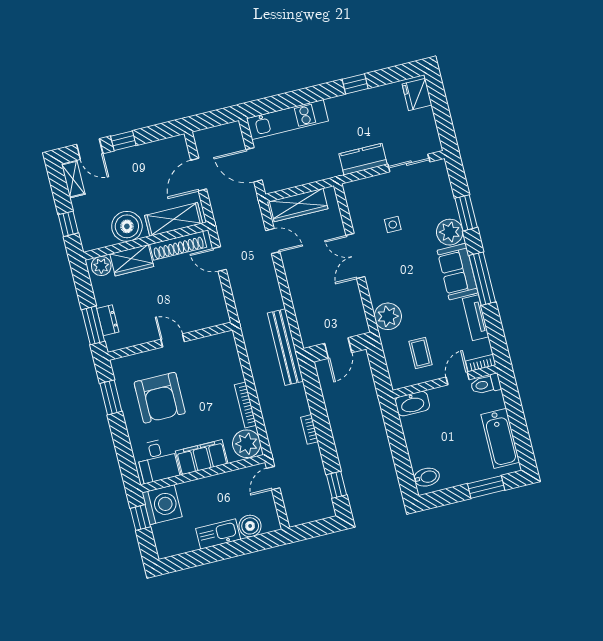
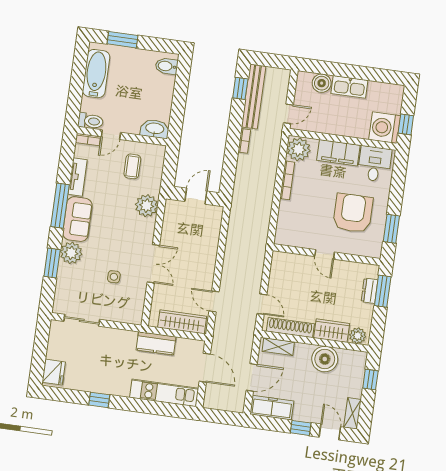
freezer: (164, 150) -> (272, 408), added
kitchen counter: (363, 159) -> (156, 343), moved
shelving: (174, 219) -> (278, 347), width x0.67, depth x0.75
bench: (285, 347) -> (254, 97), moved

